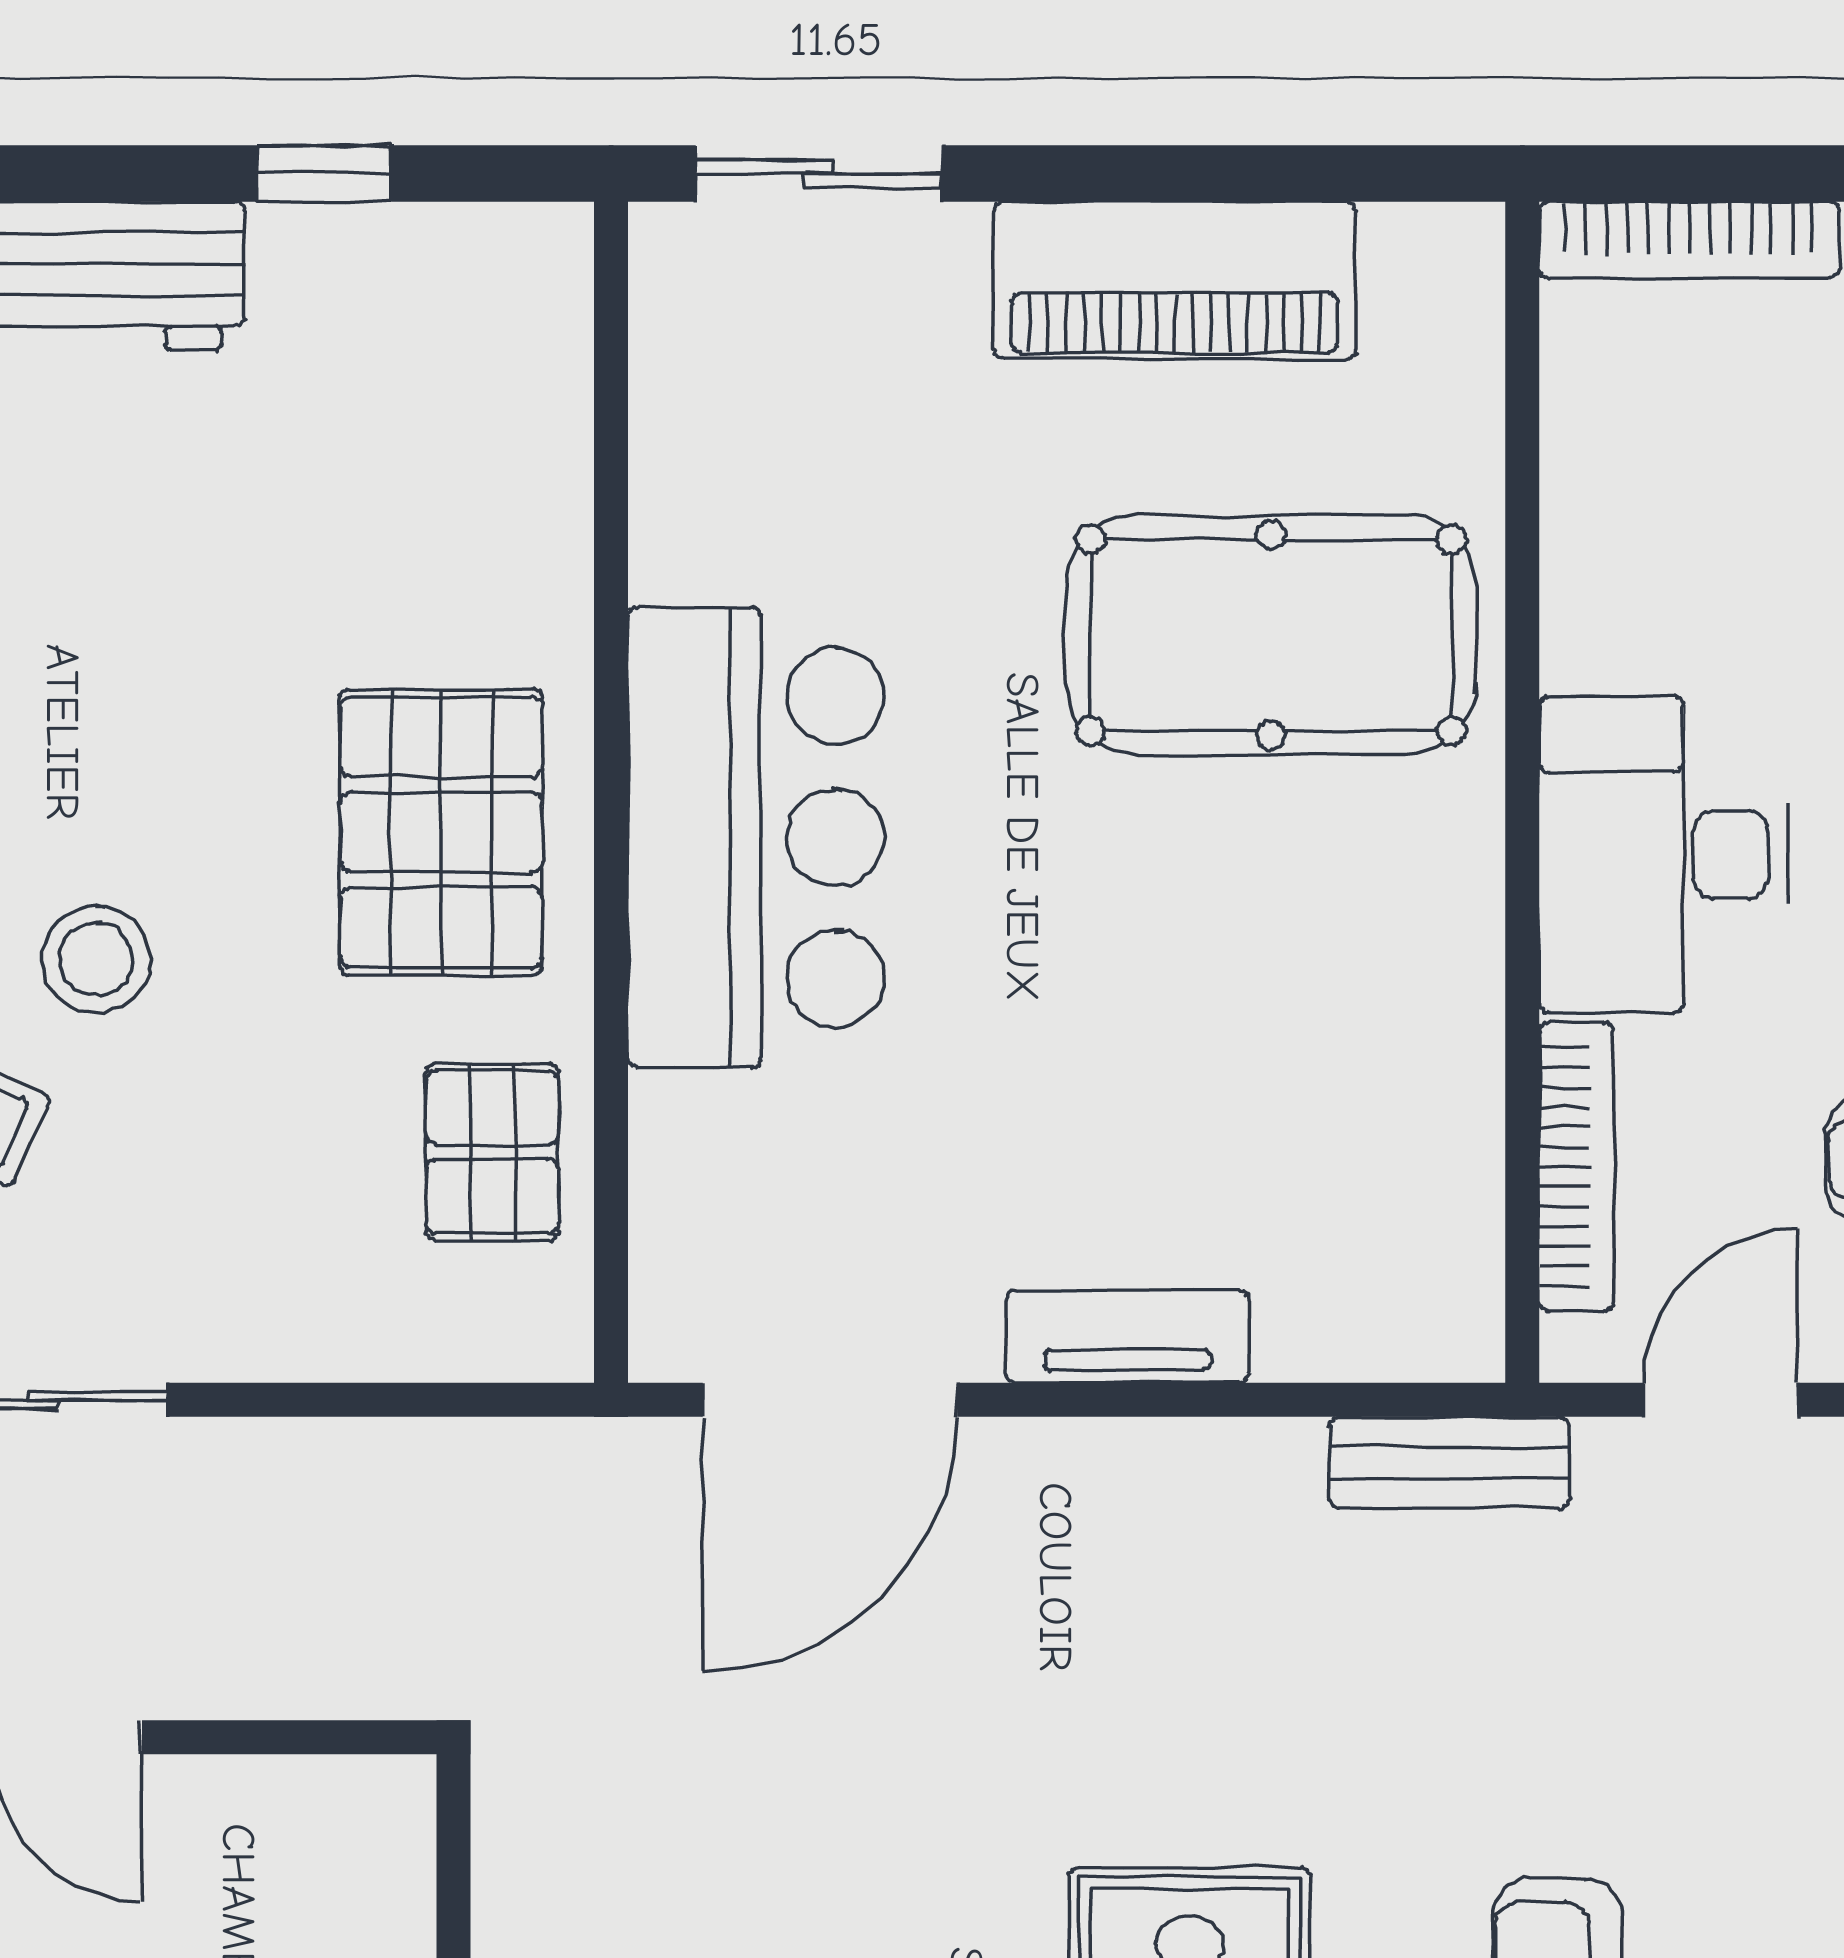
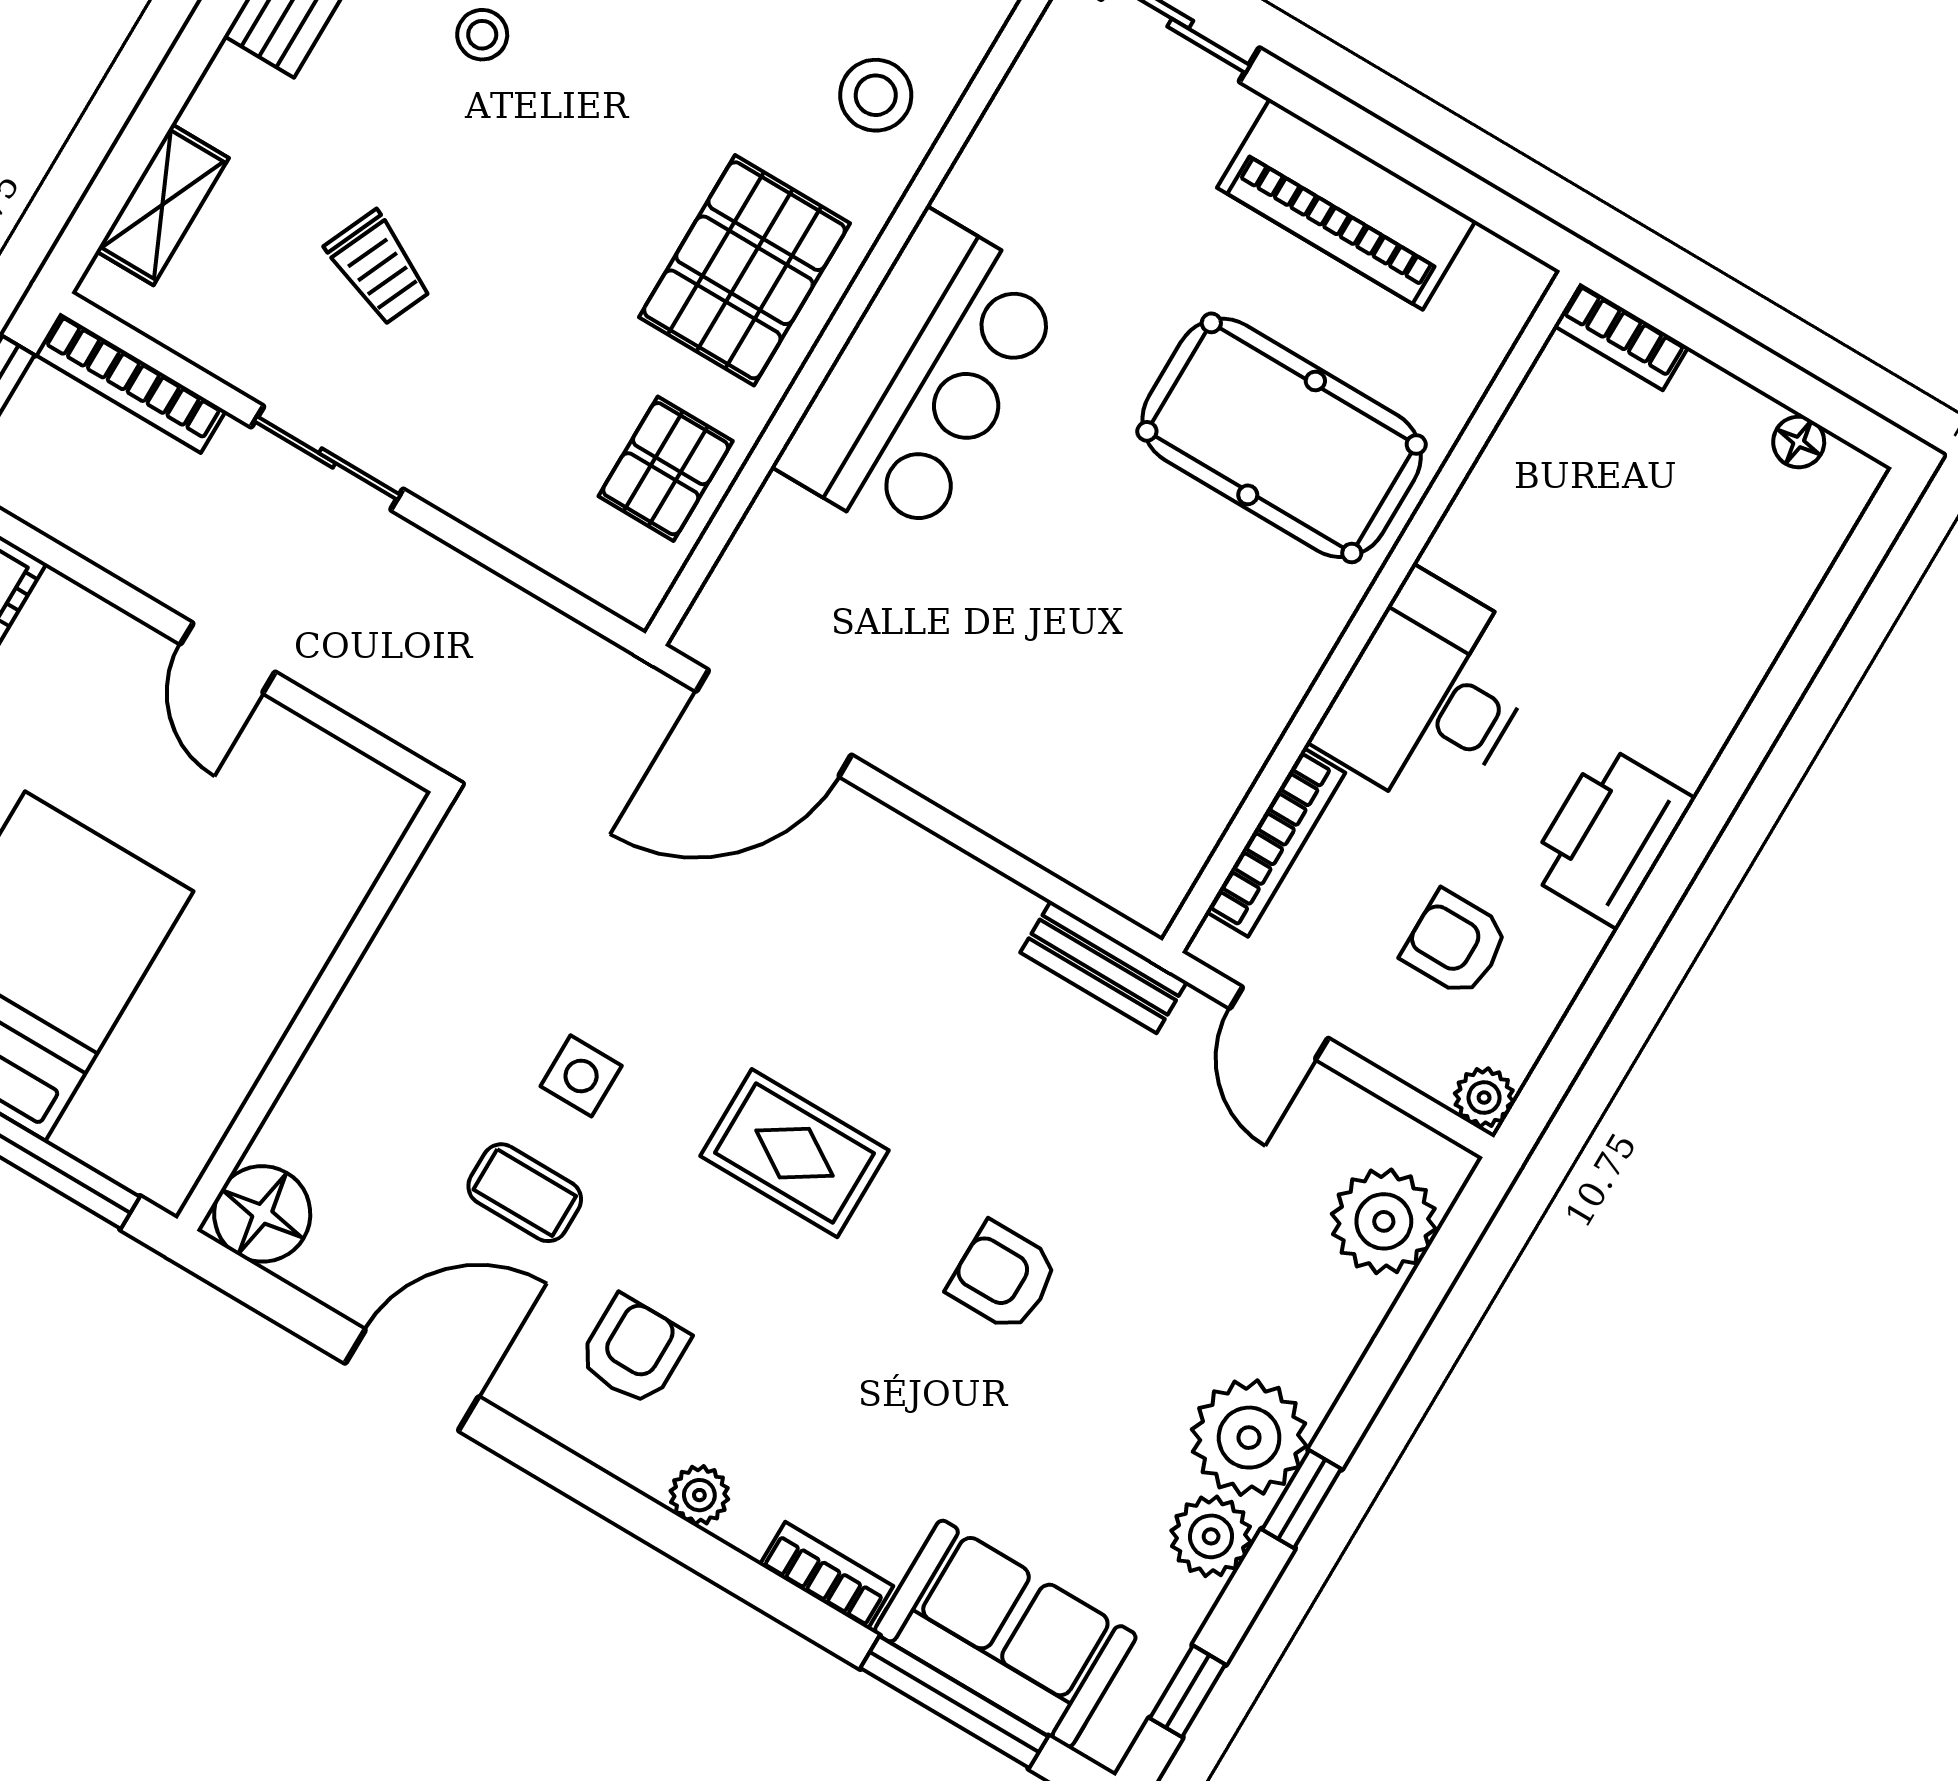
bookcase: (1689, 240) -> (1621, 336), width x0.64
stool: (96, 959) -> (876, 95), moved
tv unit: (1128, 1336) -> (964, 787), removed
door: (1721, 1400) -> (1279, 1023), swing flipped

